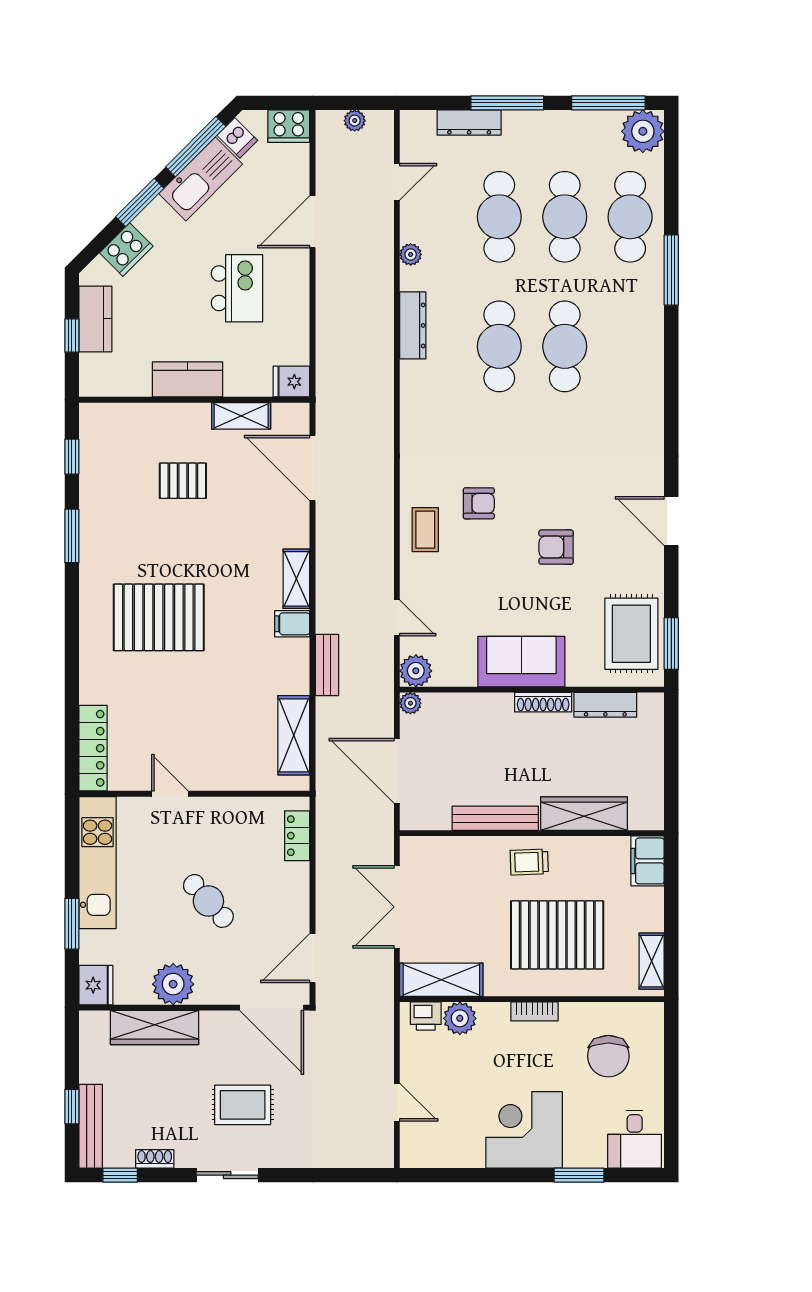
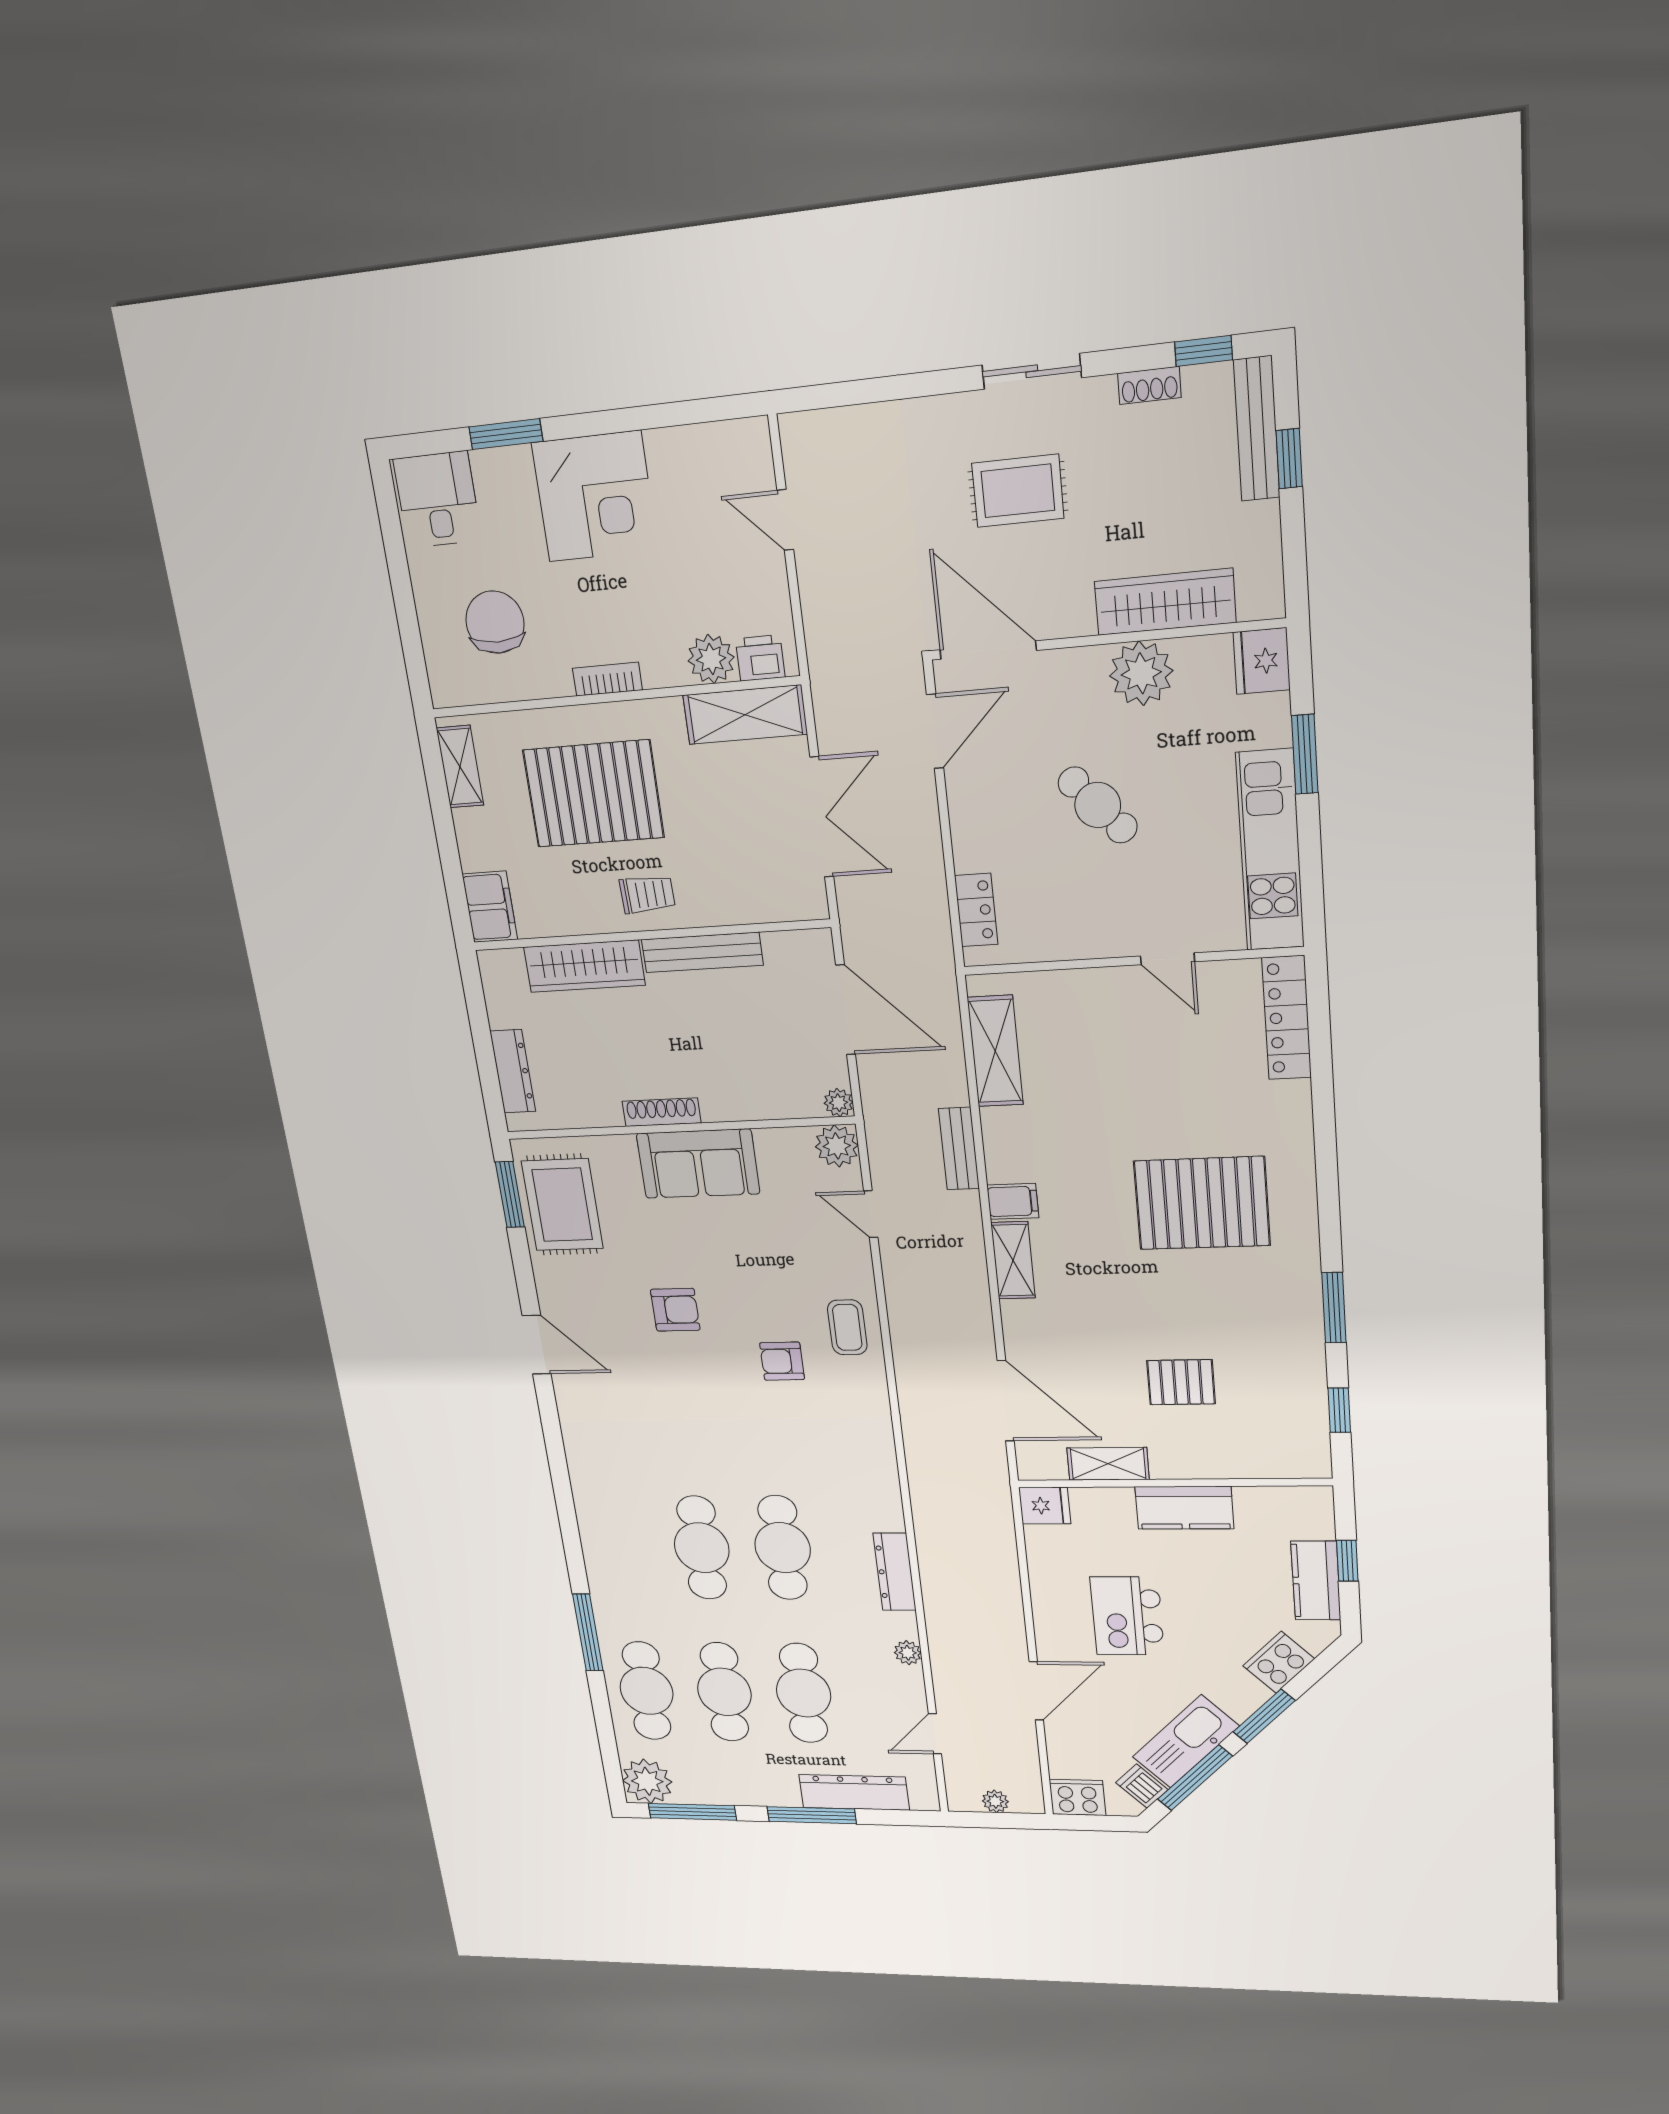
dresser: (469, 122) -> (854, 1792), width x1.37, depth x1.24
dresser: (605, 705) -> (513, 1071), moved, turned 90

